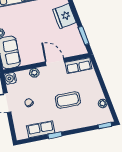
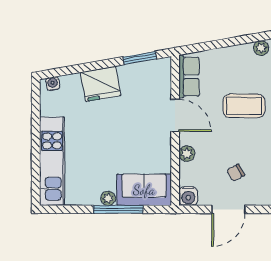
door: (55, 62) -> (175, 115), swing flipped
coffee table: (68, 100) -> (244, 106), turned 90

